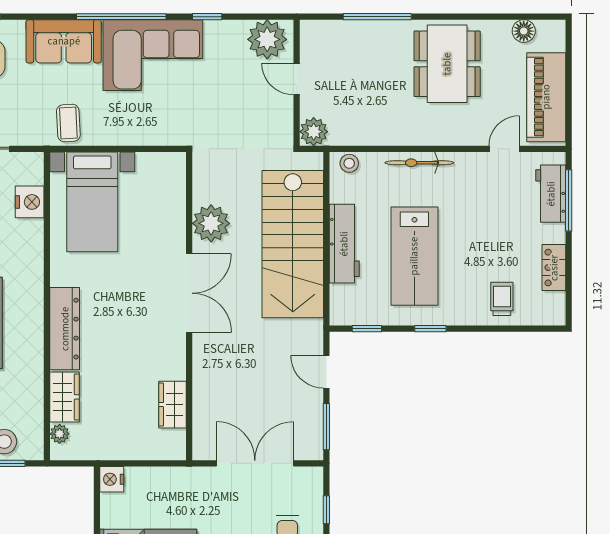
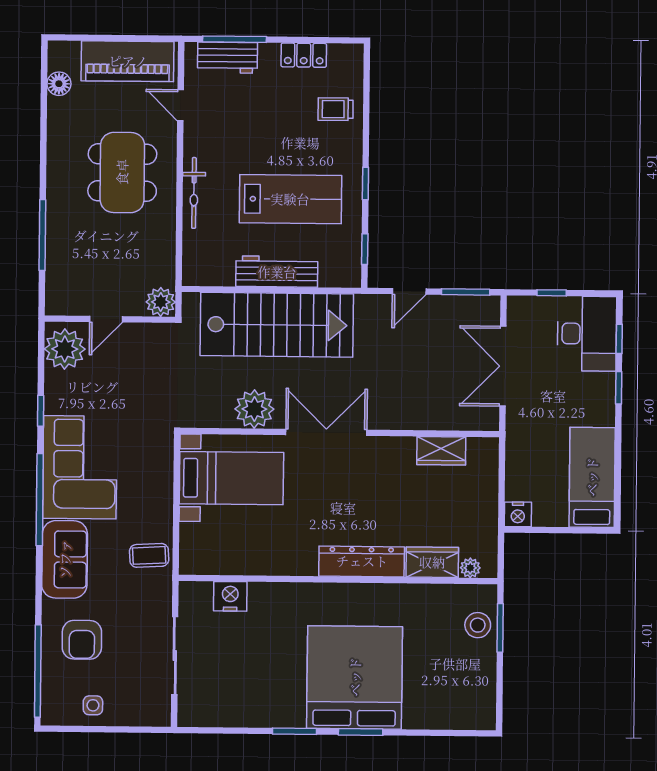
dining table: (447, 64) -> (122, 172), moved, turned 90
stool: (349, 163) -> (194, 266), removed
bed with nightstands: (92, 202) -> (231, 478), moved

